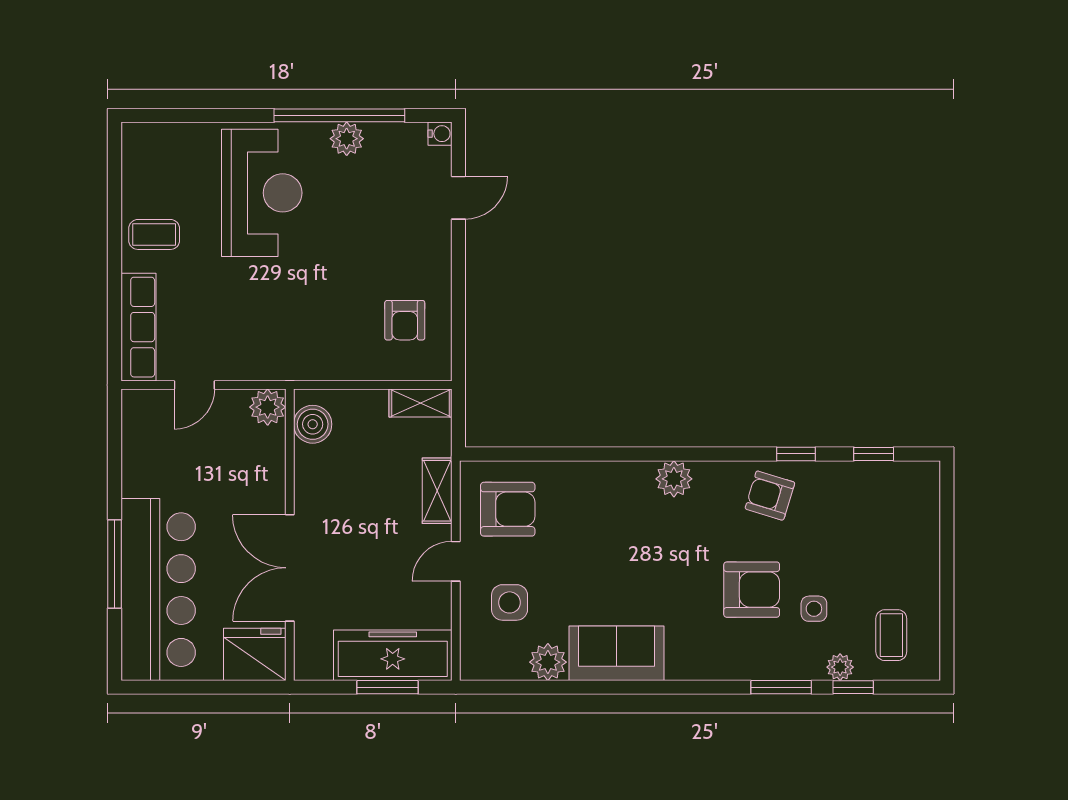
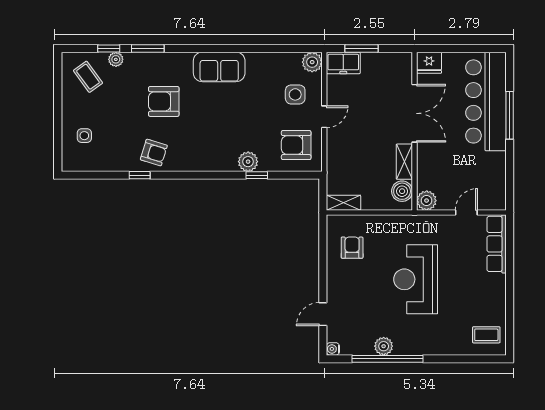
reception desk: (262, 193) -> (416, 279), moved
coffee table: (154, 234) -> (486, 335), moved
window: (874, 454) -> (257, 175), moved
plant: (674, 479) -> (248, 162), moved
shelving: (437, 491) -> (404, 162), moved
side table: (814, 609) -> (84, 136), moved
coffee table: (891, 635) -> (88, 77), turned -36
sofa: (616, 653) -> (219, 67), moved
fridge: (255, 654) -> (429, 63), width x0.73, depth x0.75
freezer: (393, 655) -> (343, 63), width x0.52, depth x0.79
plant: (548, 662) -> (312, 62), moved

